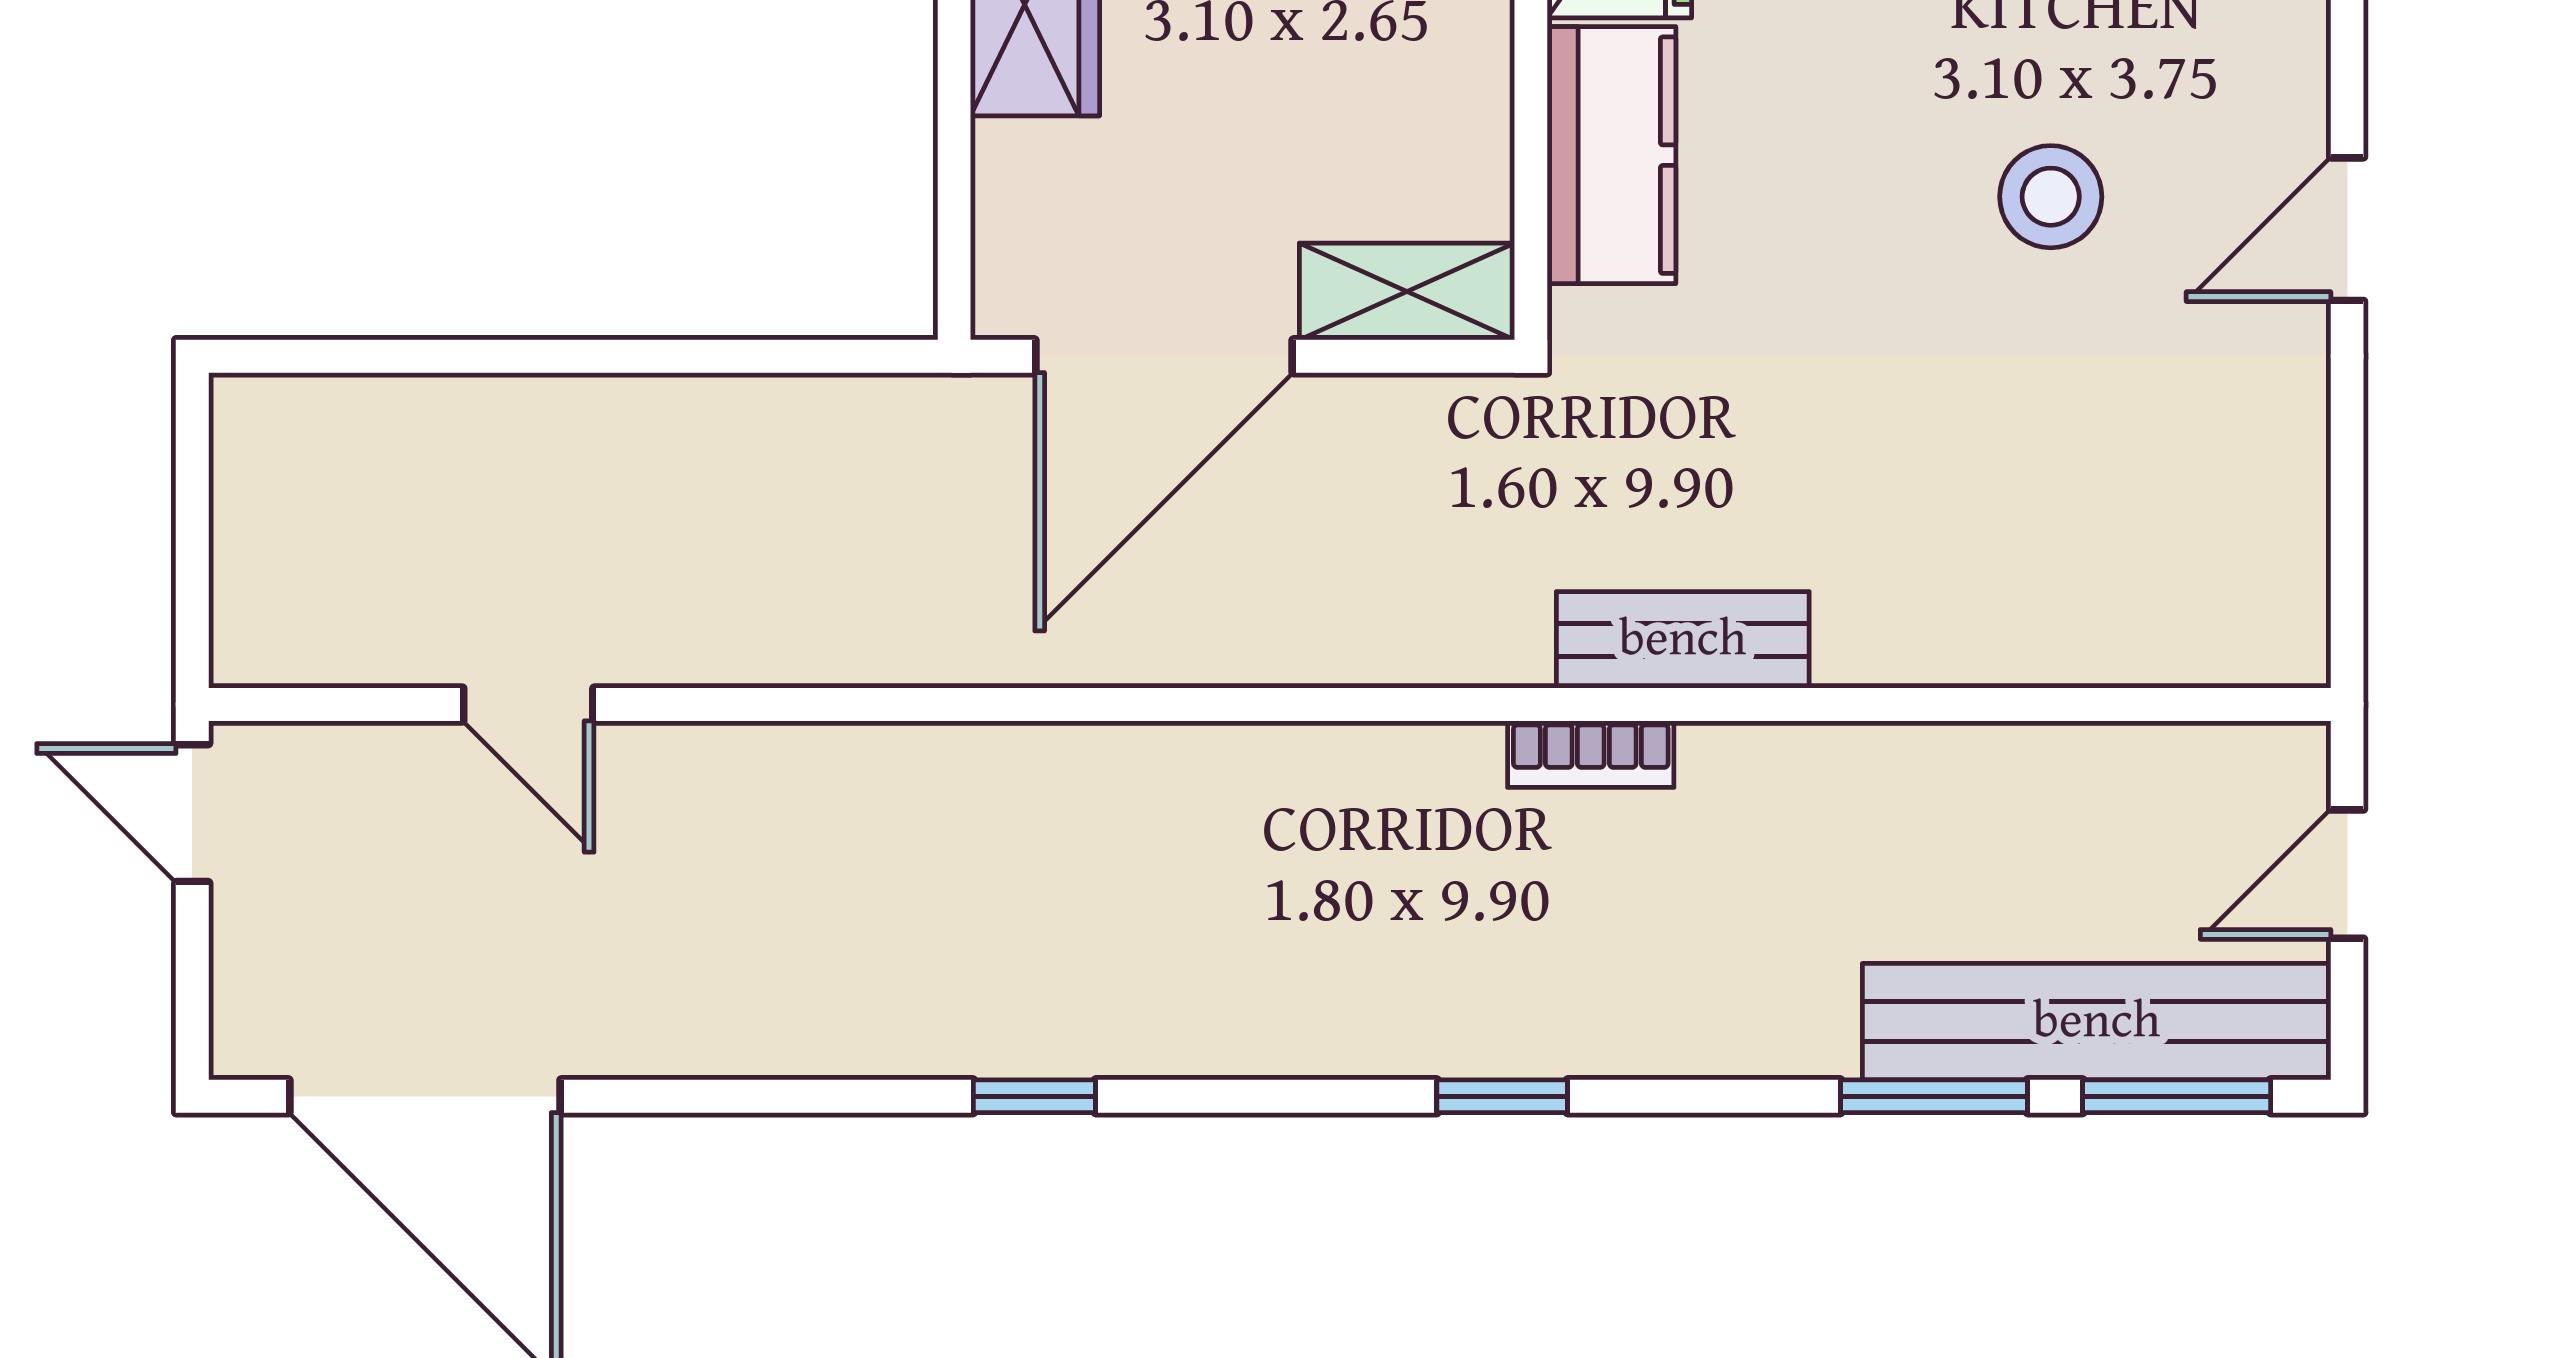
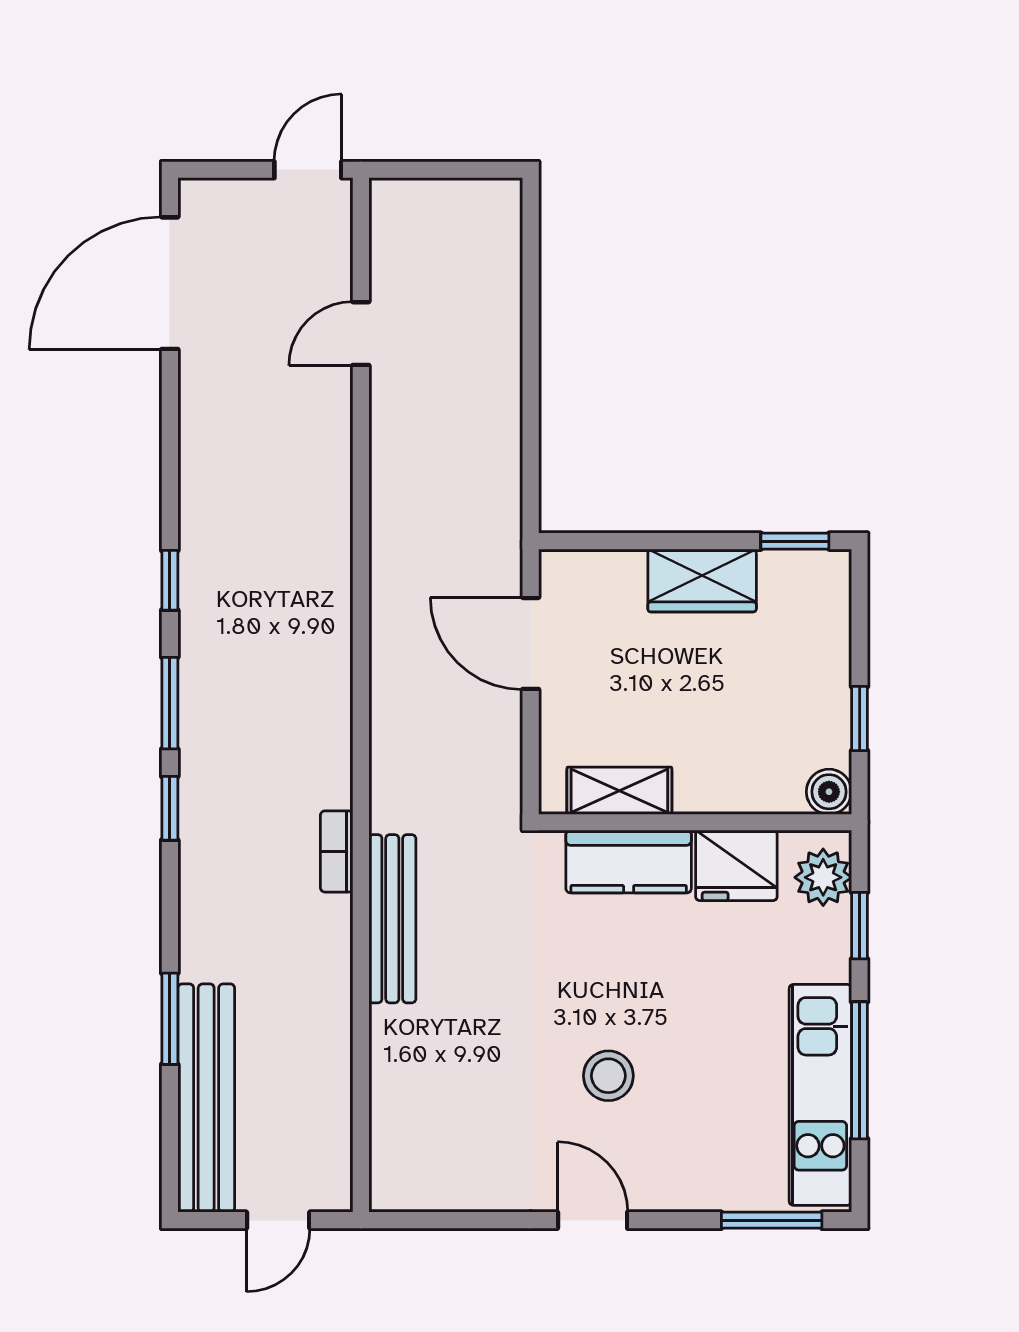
shelving: (1407, 291) -> (619, 791), moved, turned 90
door: (1164, 356) -> (531, 643), width x0.73
bench: (1683, 640) -> (392, 919), width x1.36
door: (2347, 874) -> (278, 1220), swing flipped
window: (2177, 1096) -> (170, 703), moved

